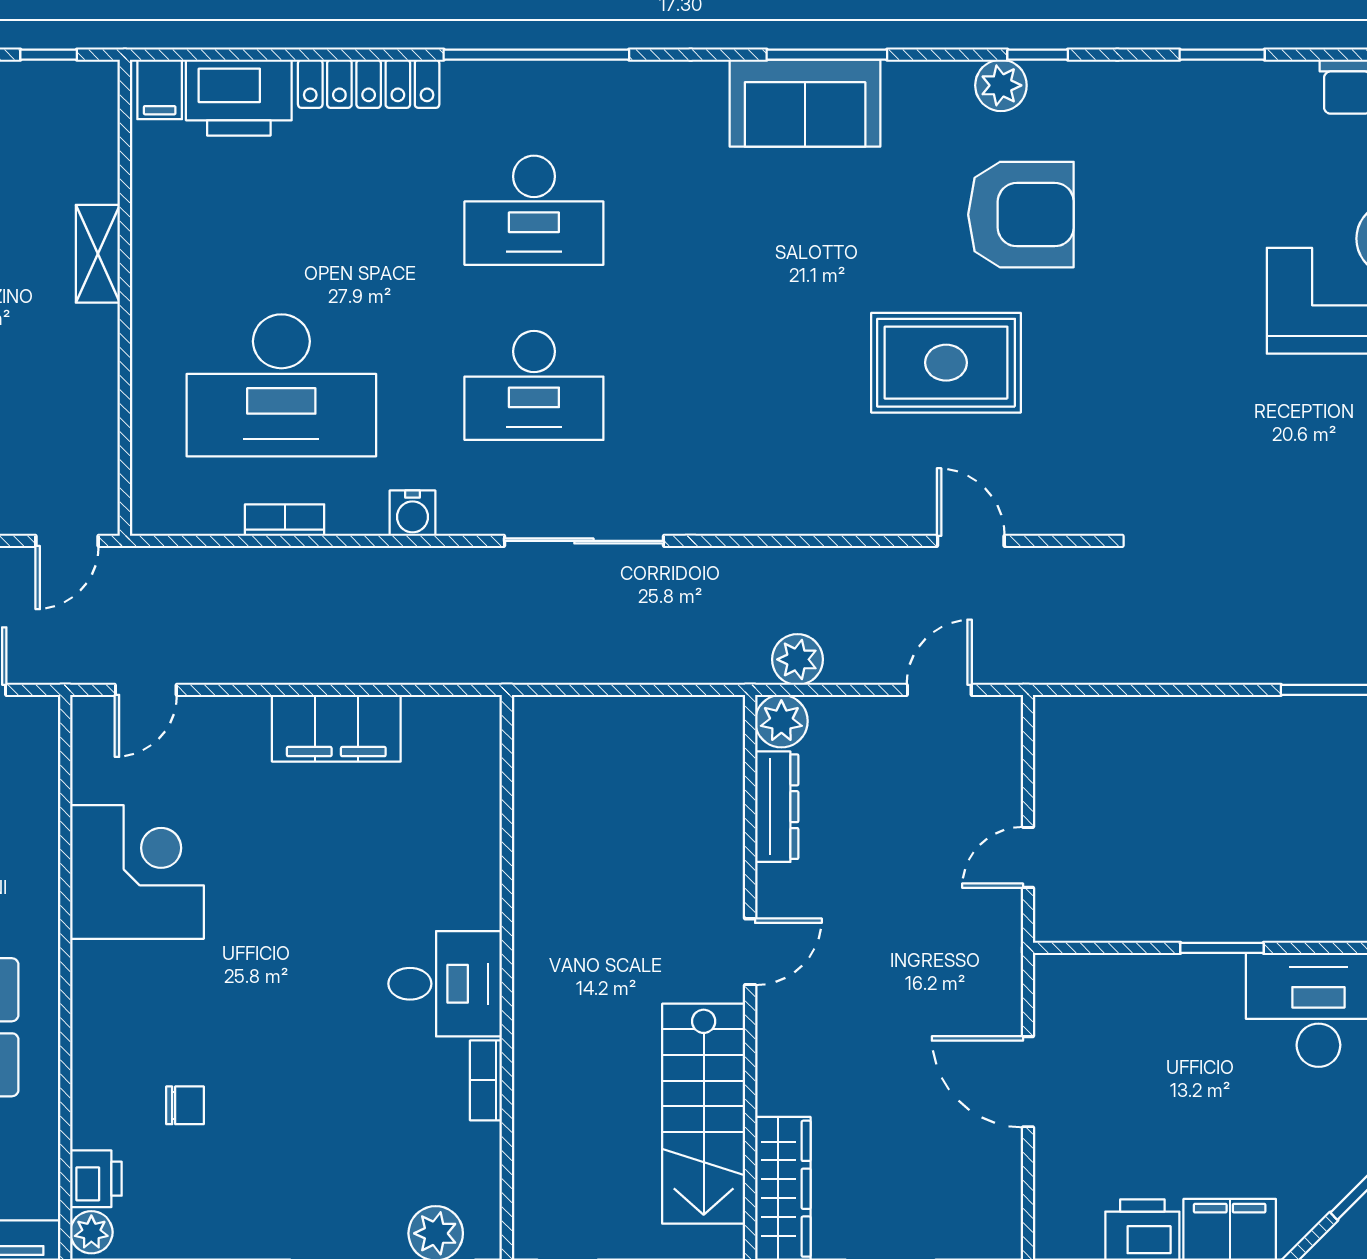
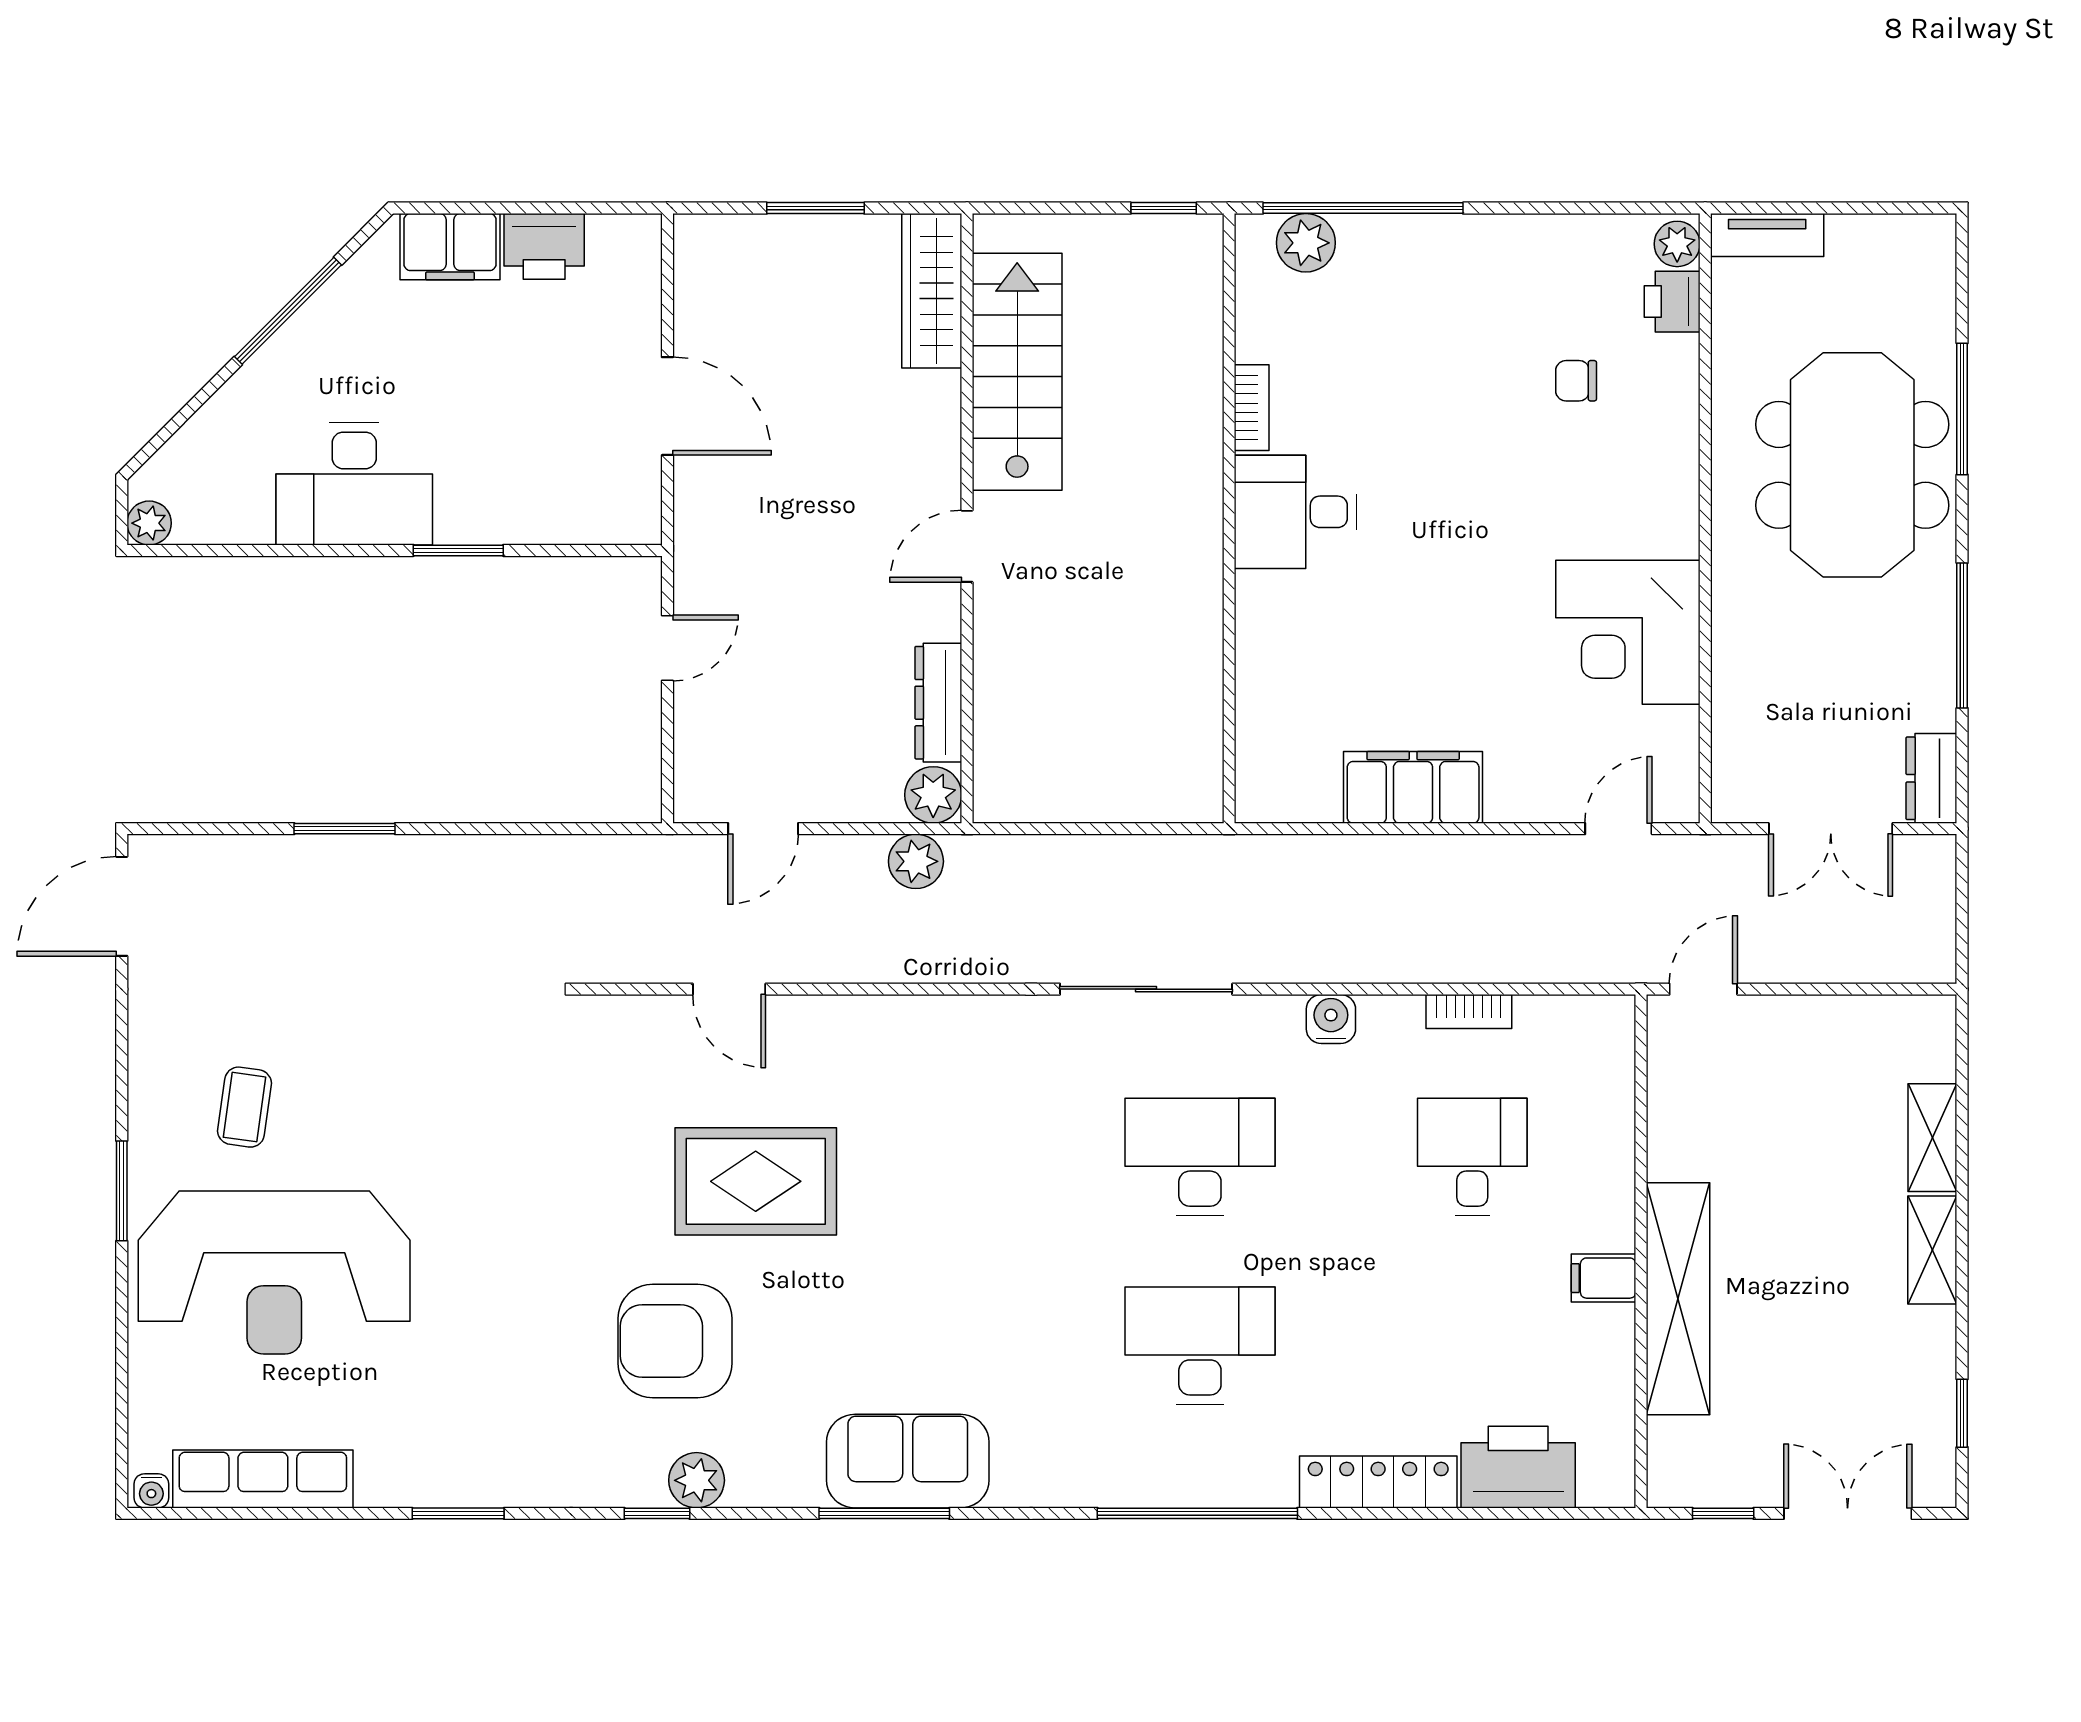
filing cabinet: (160, 89) -> (1604, 1278), moved, turned -90
shelving: (98, 254) -> (1678, 1299), width x2.20, depth x1.33
desk: (281, 385) -> (1472, 1157), width x0.53, depth x0.77

